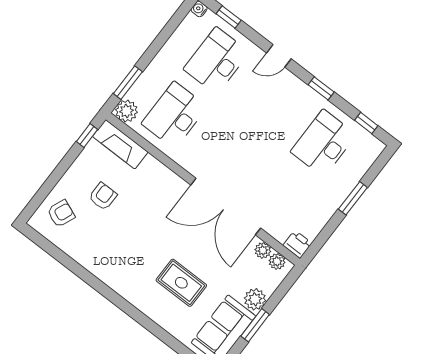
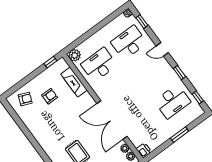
window: (128, 83) -> (80, 41), removed
desk: (323, 143) -> (172, 102), turned 180
fireplace: (120, 144) -> (74, 82), moved

